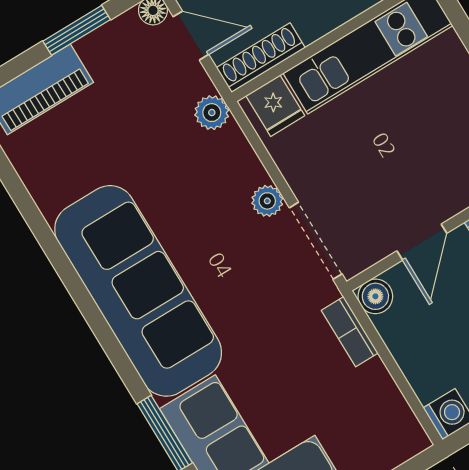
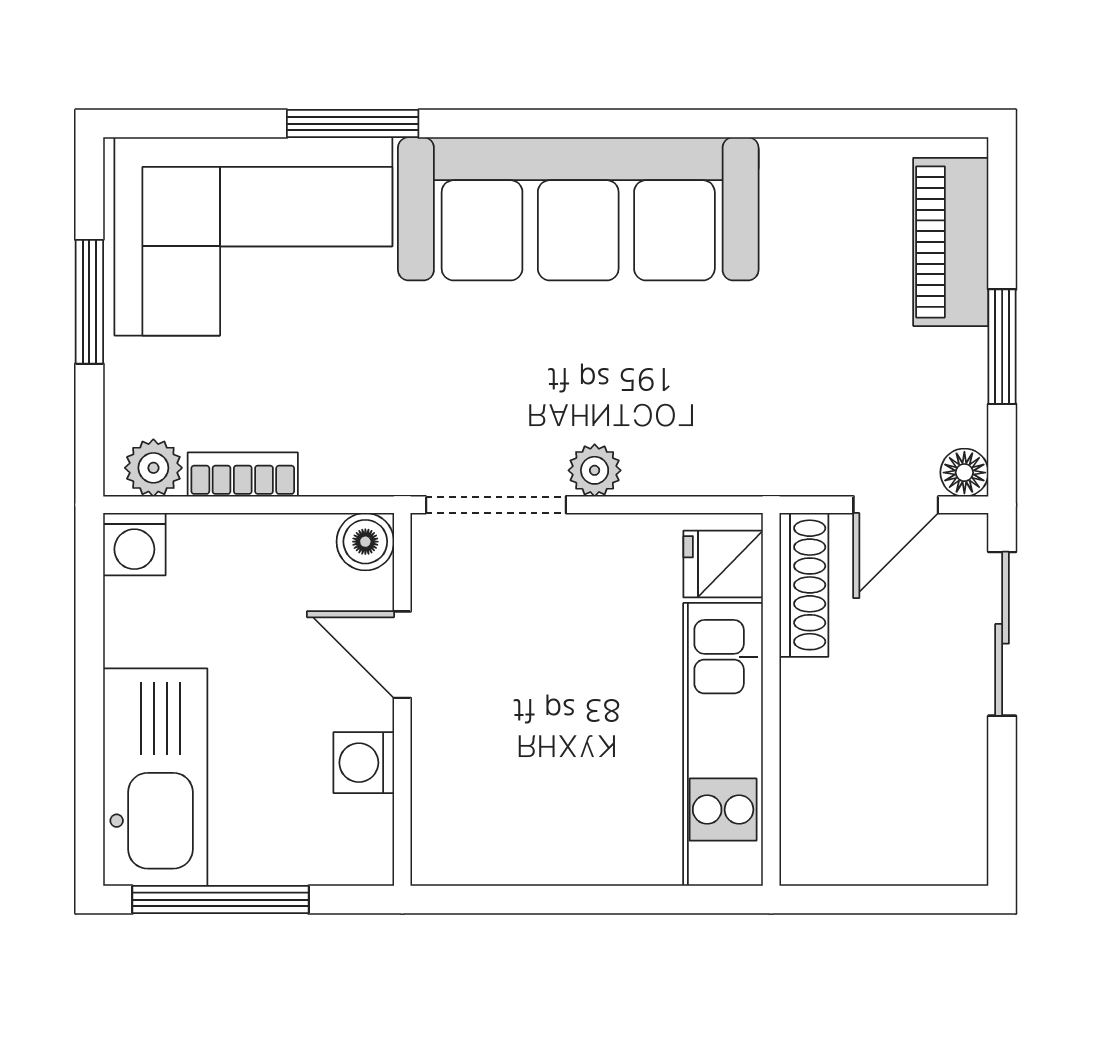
plant: (212, 113) -> (153, 468), moved
bookcase: (350, 332) -> (243, 474), moved

